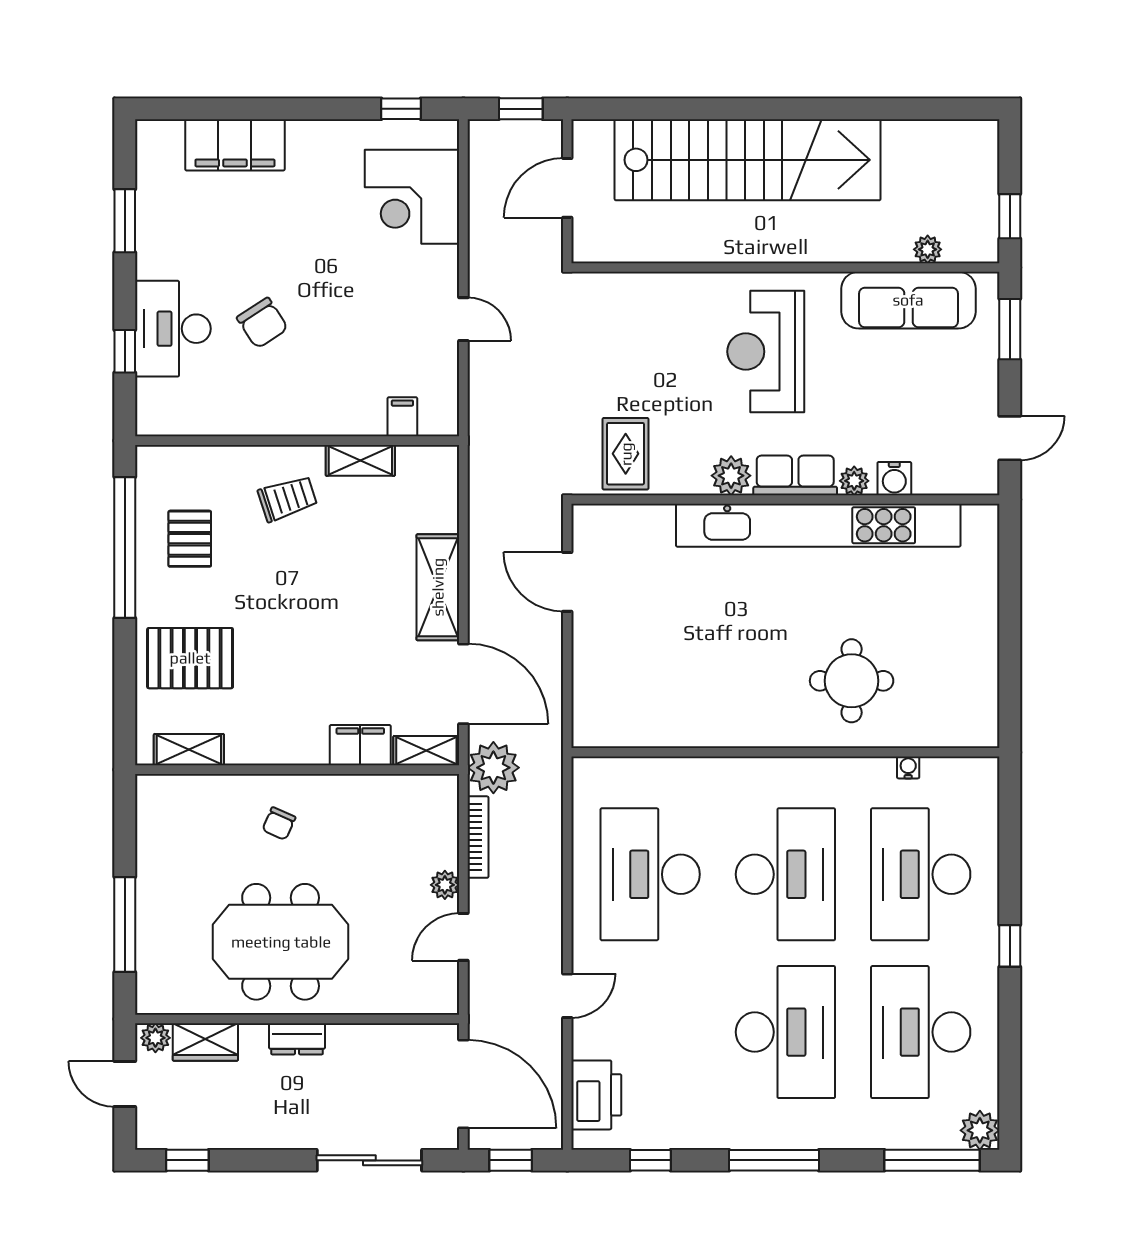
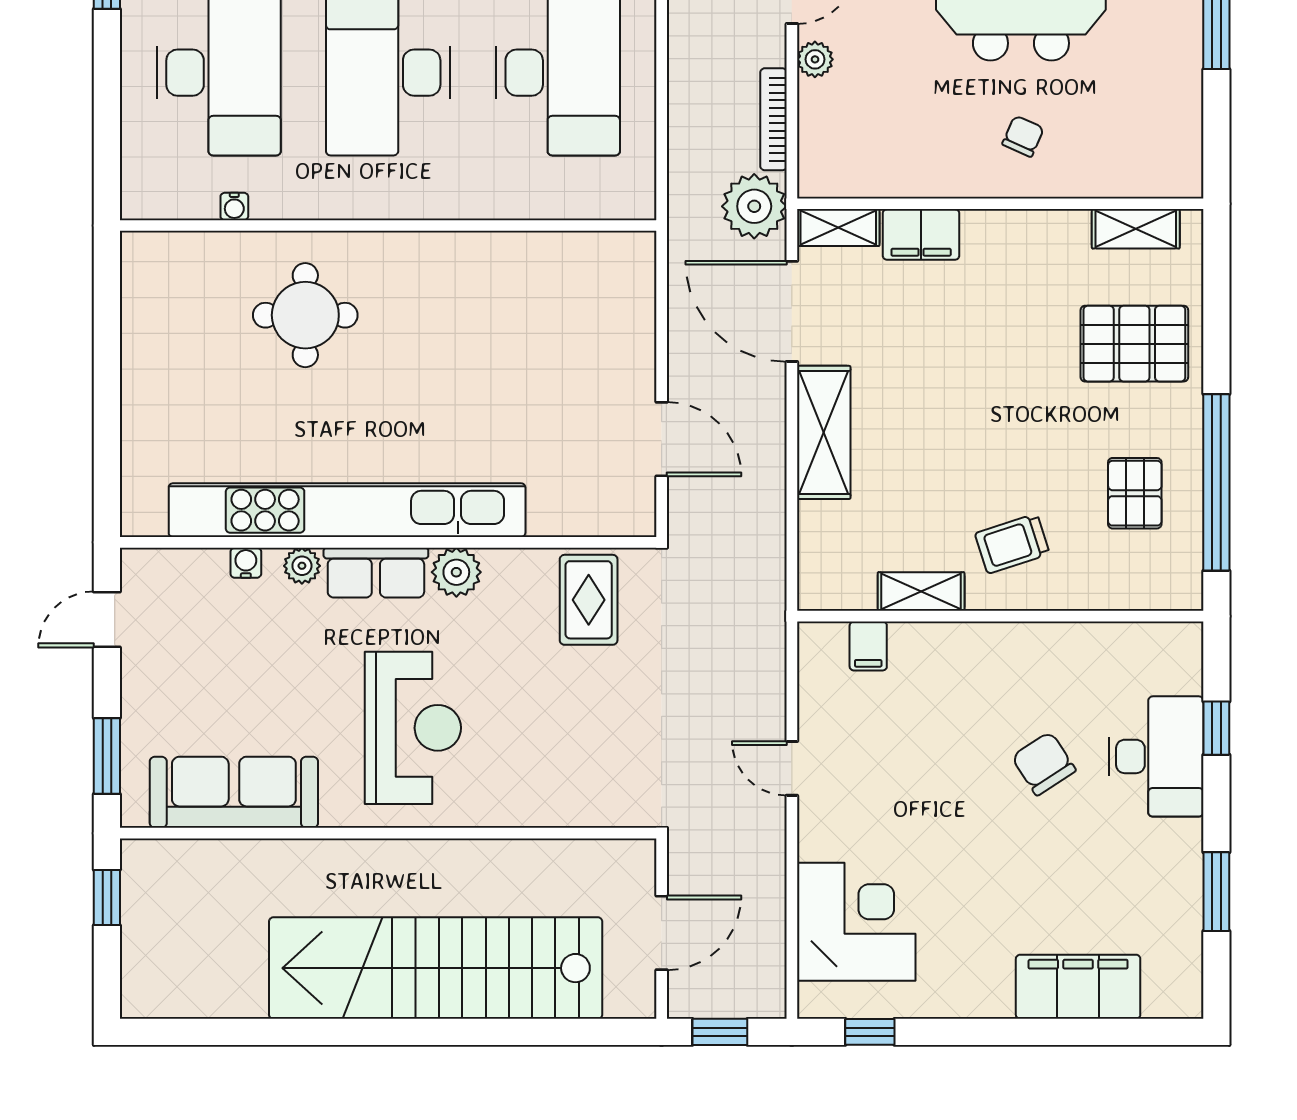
plant: (928, 249) -> (210, 856), removed
water cooler: (894, 479) -> (246, 563), width x0.72, depth x0.72

